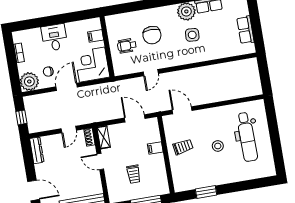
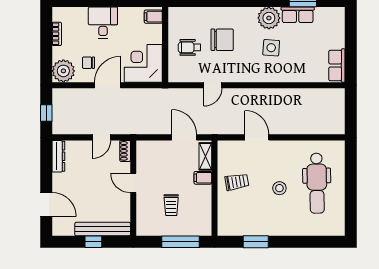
row of seats: (245, 30) -> (337, 65), moved
chair: (152, 35) -> (222, 40), turned -90
filing cabinet: (96, 36) -> (153, 17), moved
door: (182, 110) -> (257, 137), moved
shelving: (104, 137) -> (205, 156), moved

